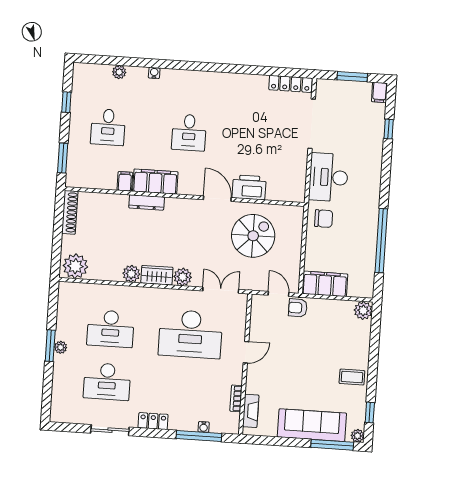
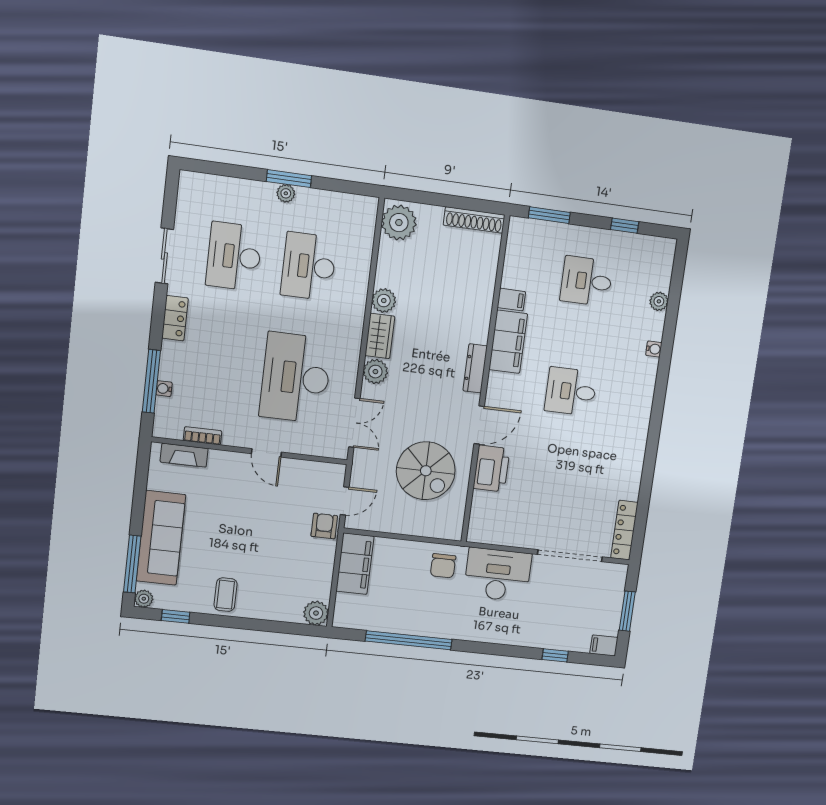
dresser: (147, 202) -> (475, 368), moved

